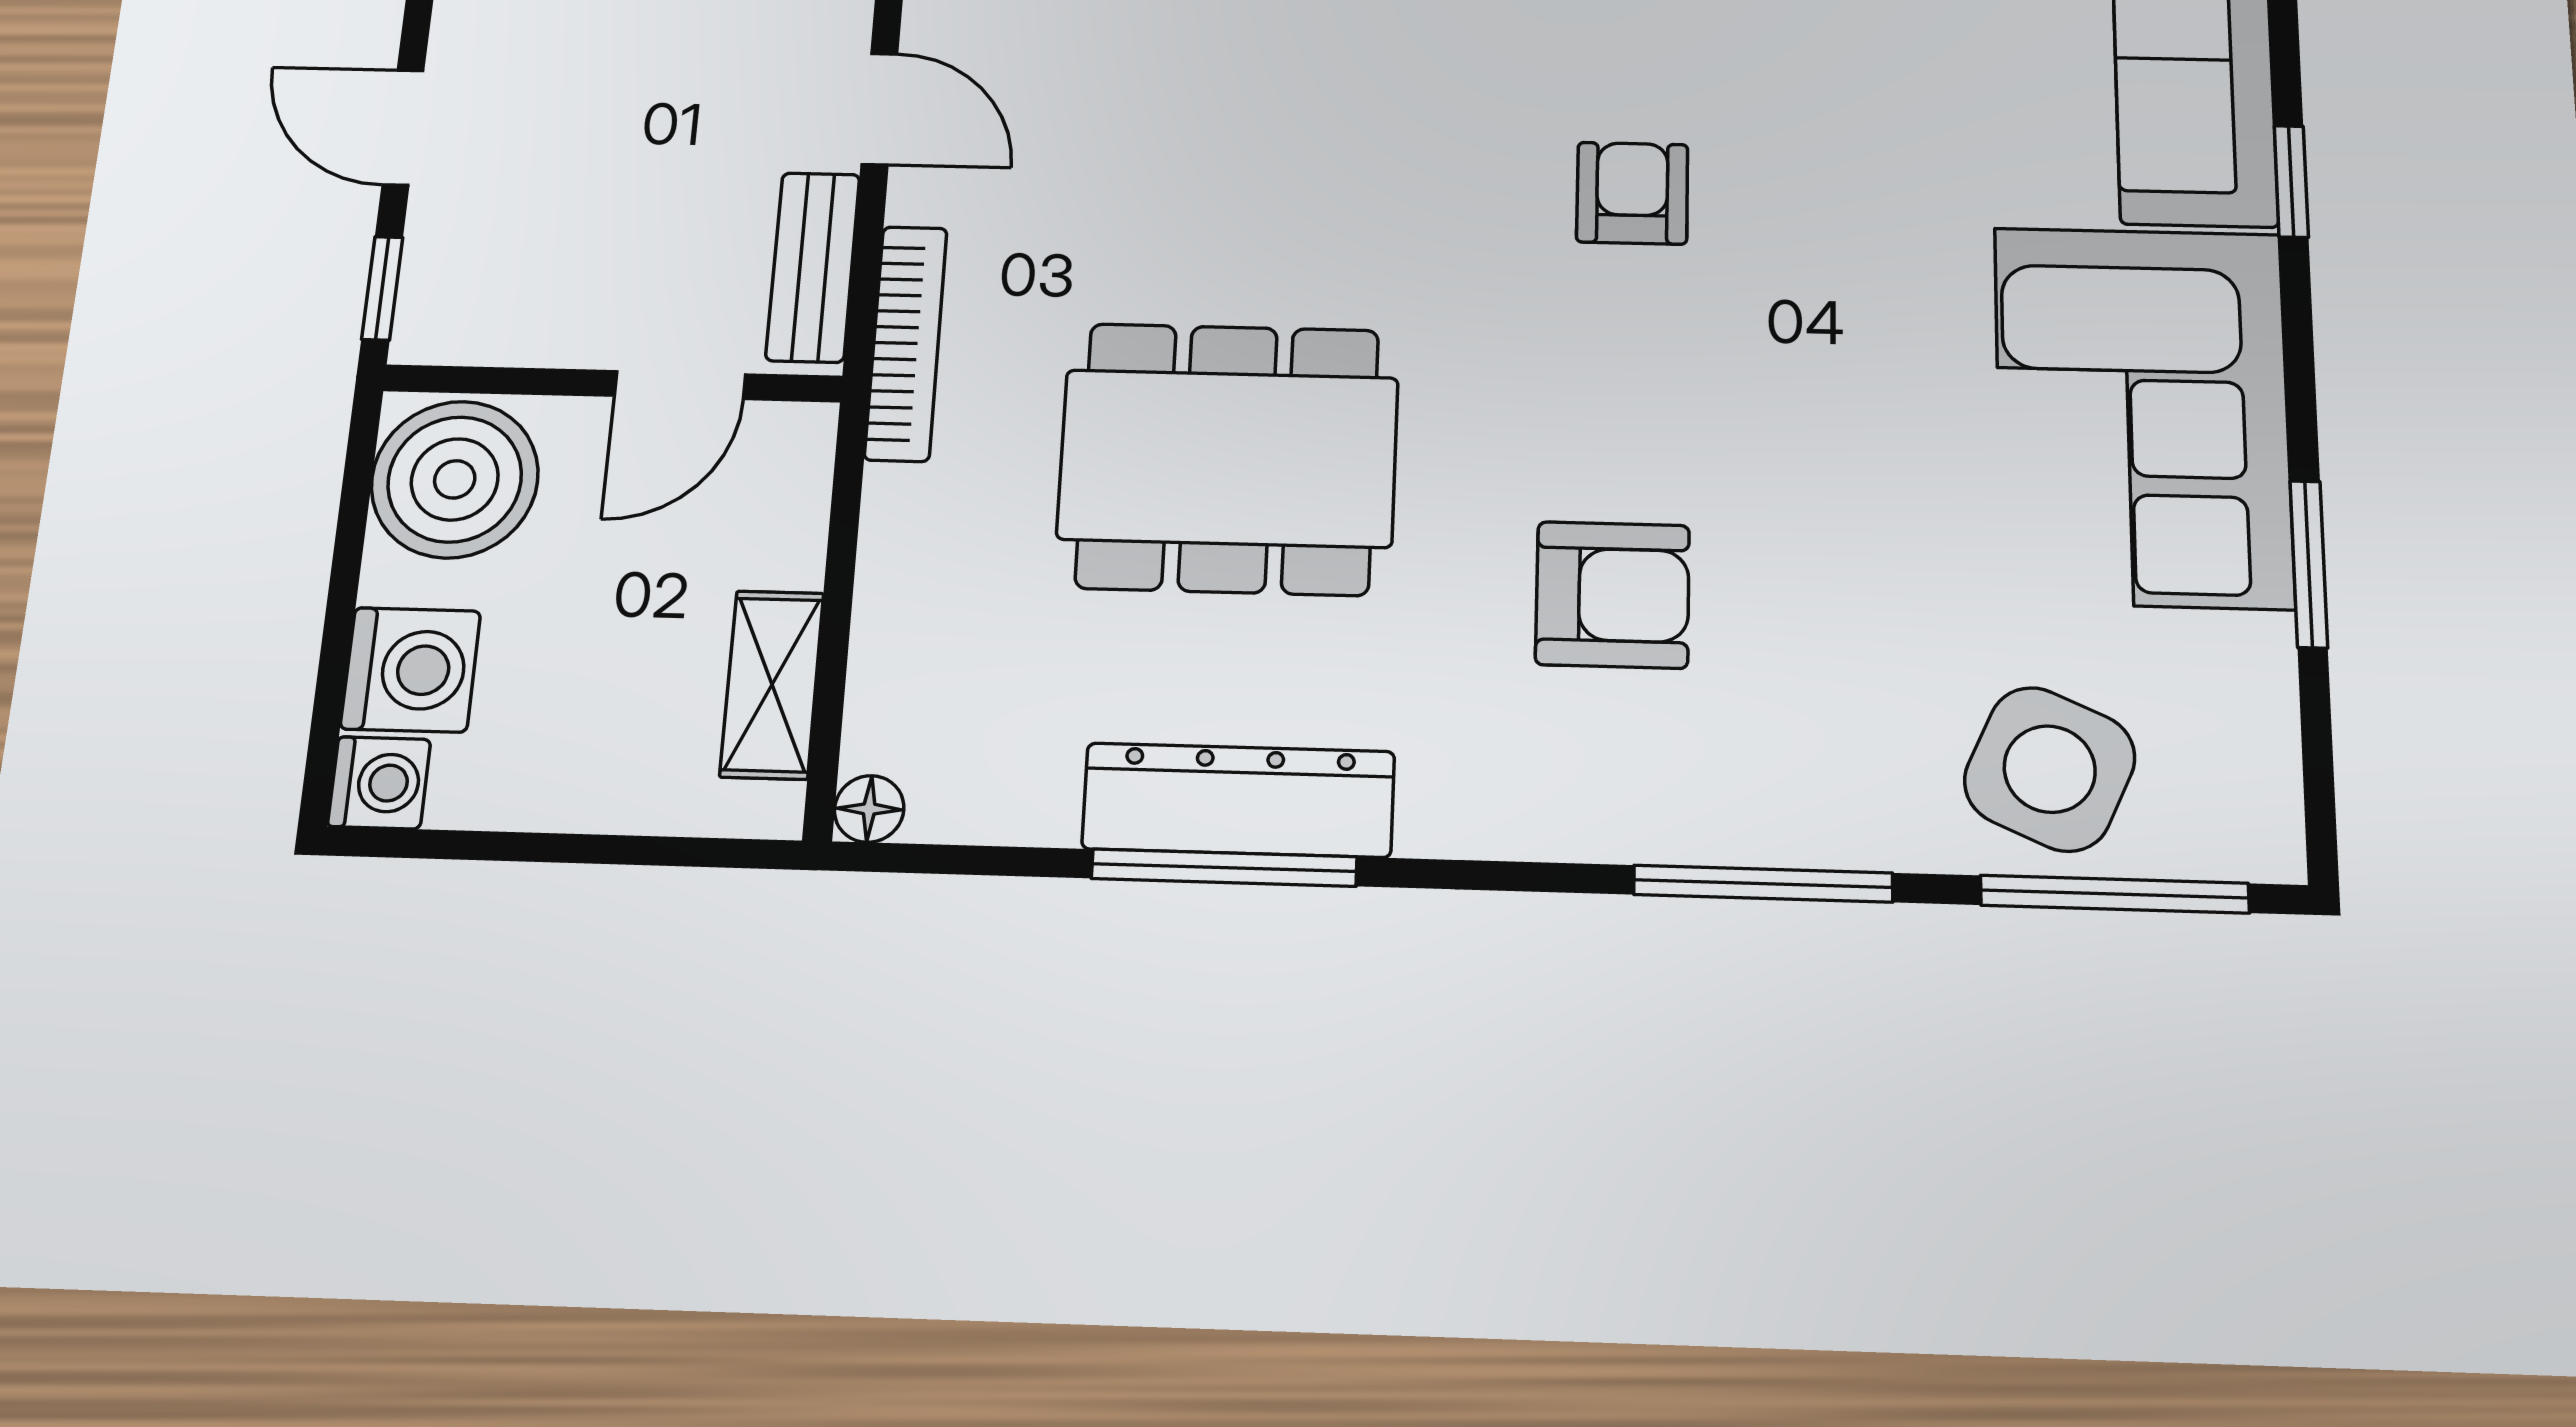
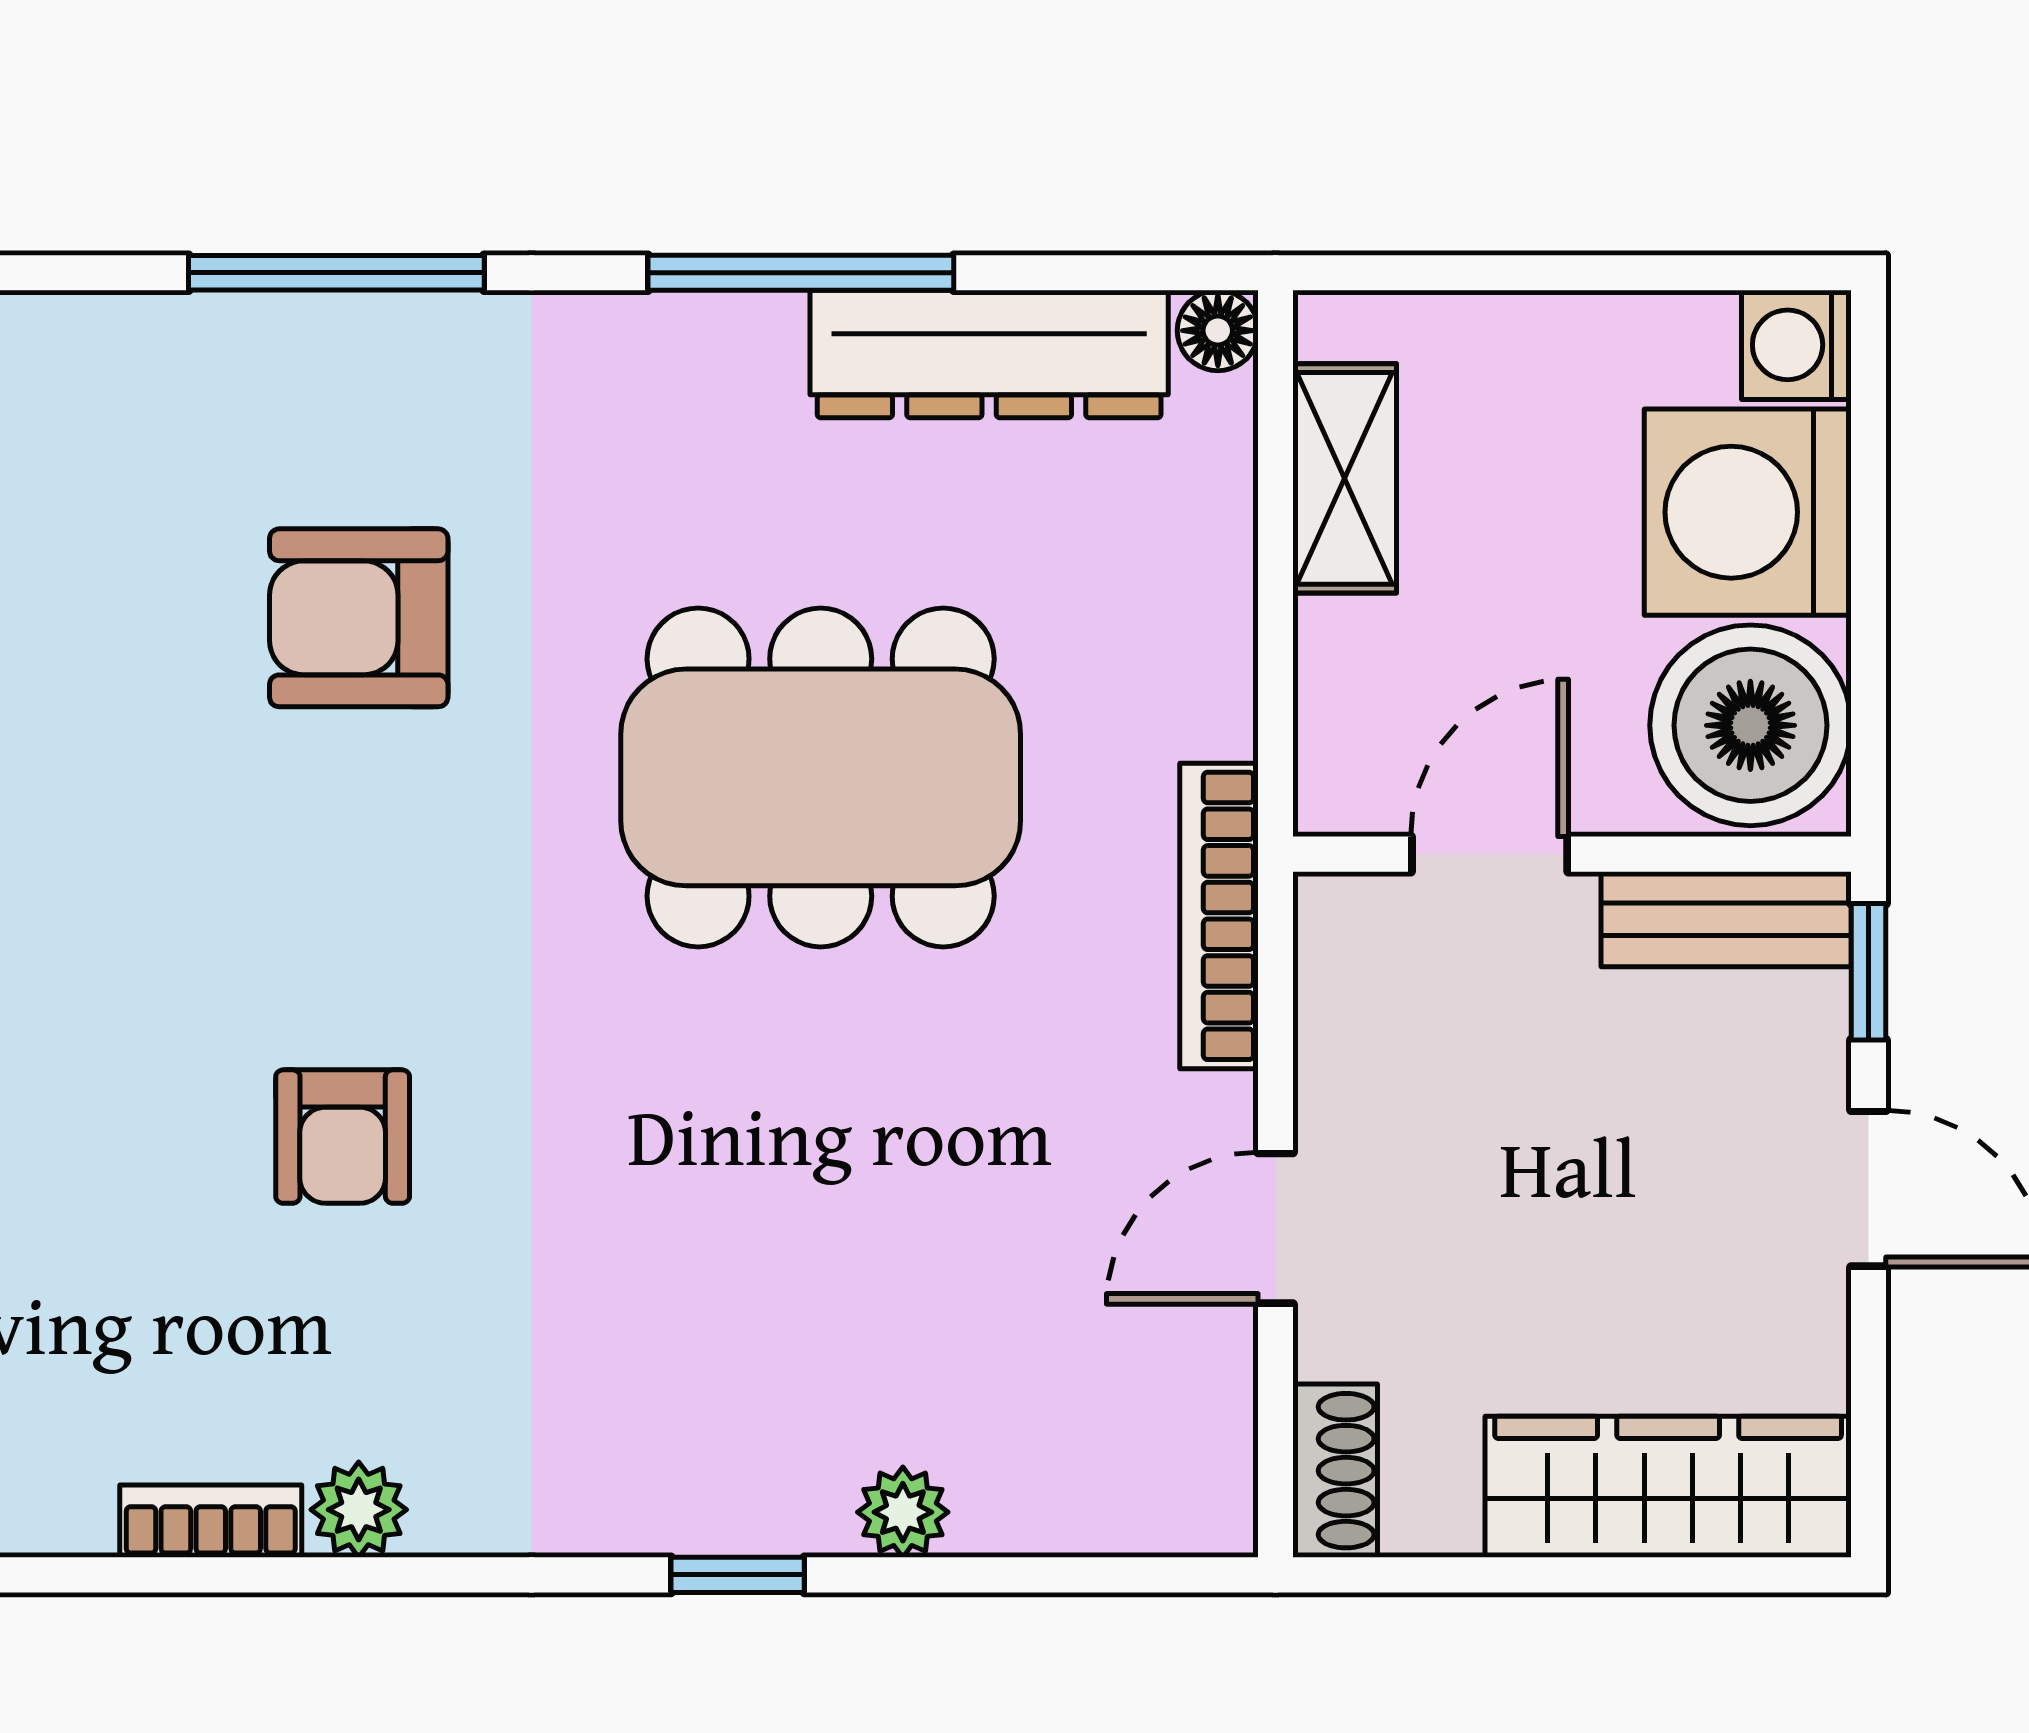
door: (879, 109) -> (1276, 1228), hinge flipped
bench: (813, 267) -> (1726, 919), moved, turned 90
washing machine: (411, 670) -> (1748, 512), width x1.37, depth x1.37
dresser: (1238, 800) -> (989, 354), moved
window: (1763, 884) -> (336, 273), moved

